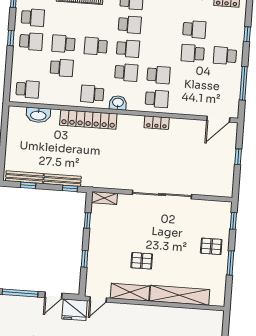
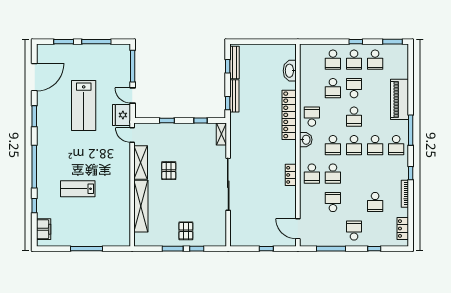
school desk: (96, 46) -> (354, 117), turned 180
school desk: (193, 53) -> (333, 202), moved
school desk: (28, 89) -> (333, 60), moved
window: (233, 221) -> (197, 249), moved

